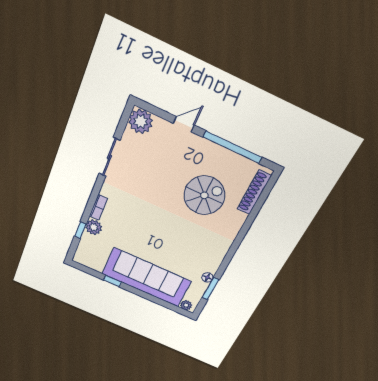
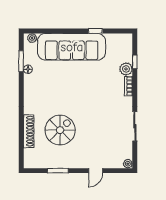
plant: (141, 121) -> (128, 164), width x0.53, depth x0.53
window: (232, 147) -> (58, 171), width x0.47
shoe rack: (254, 192) -> (29, 131), moved
spiral stairs: (204, 195) -> (60, 130), turned 180

